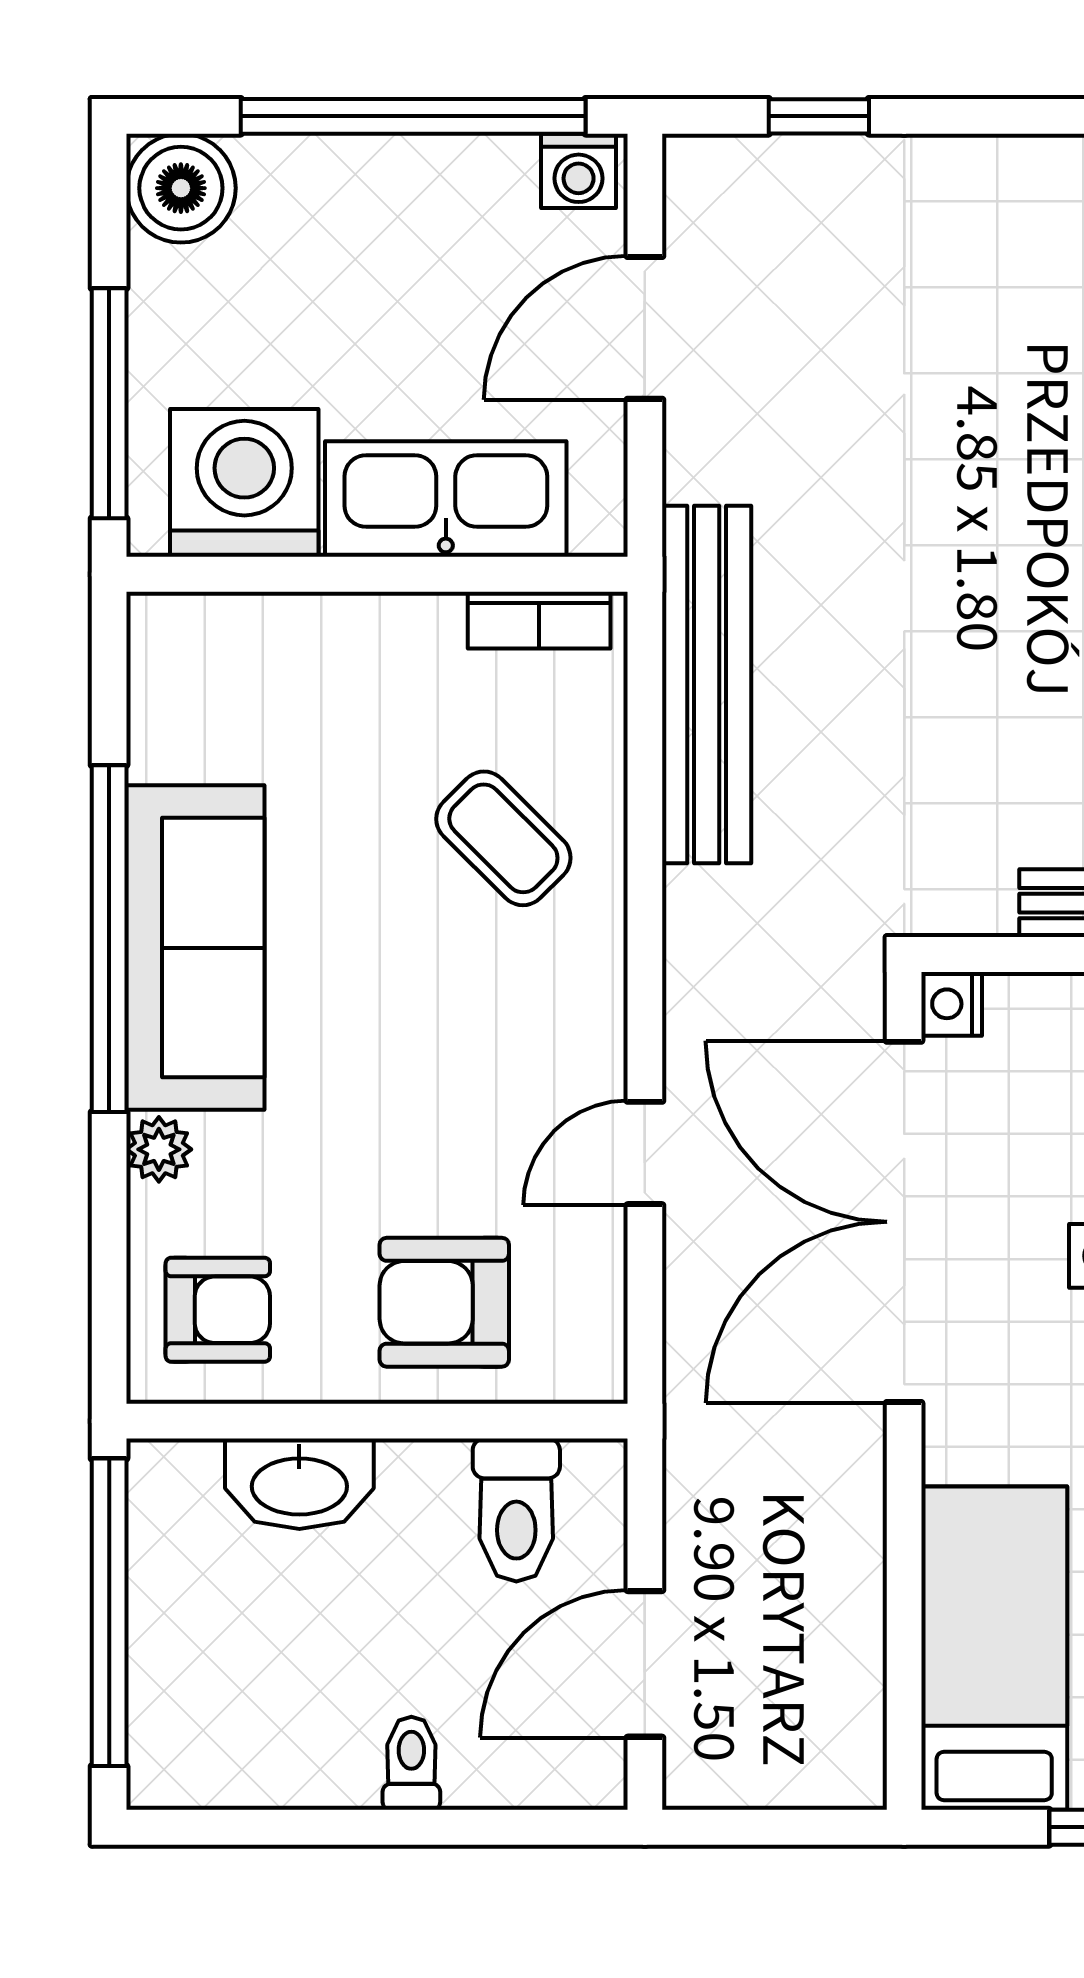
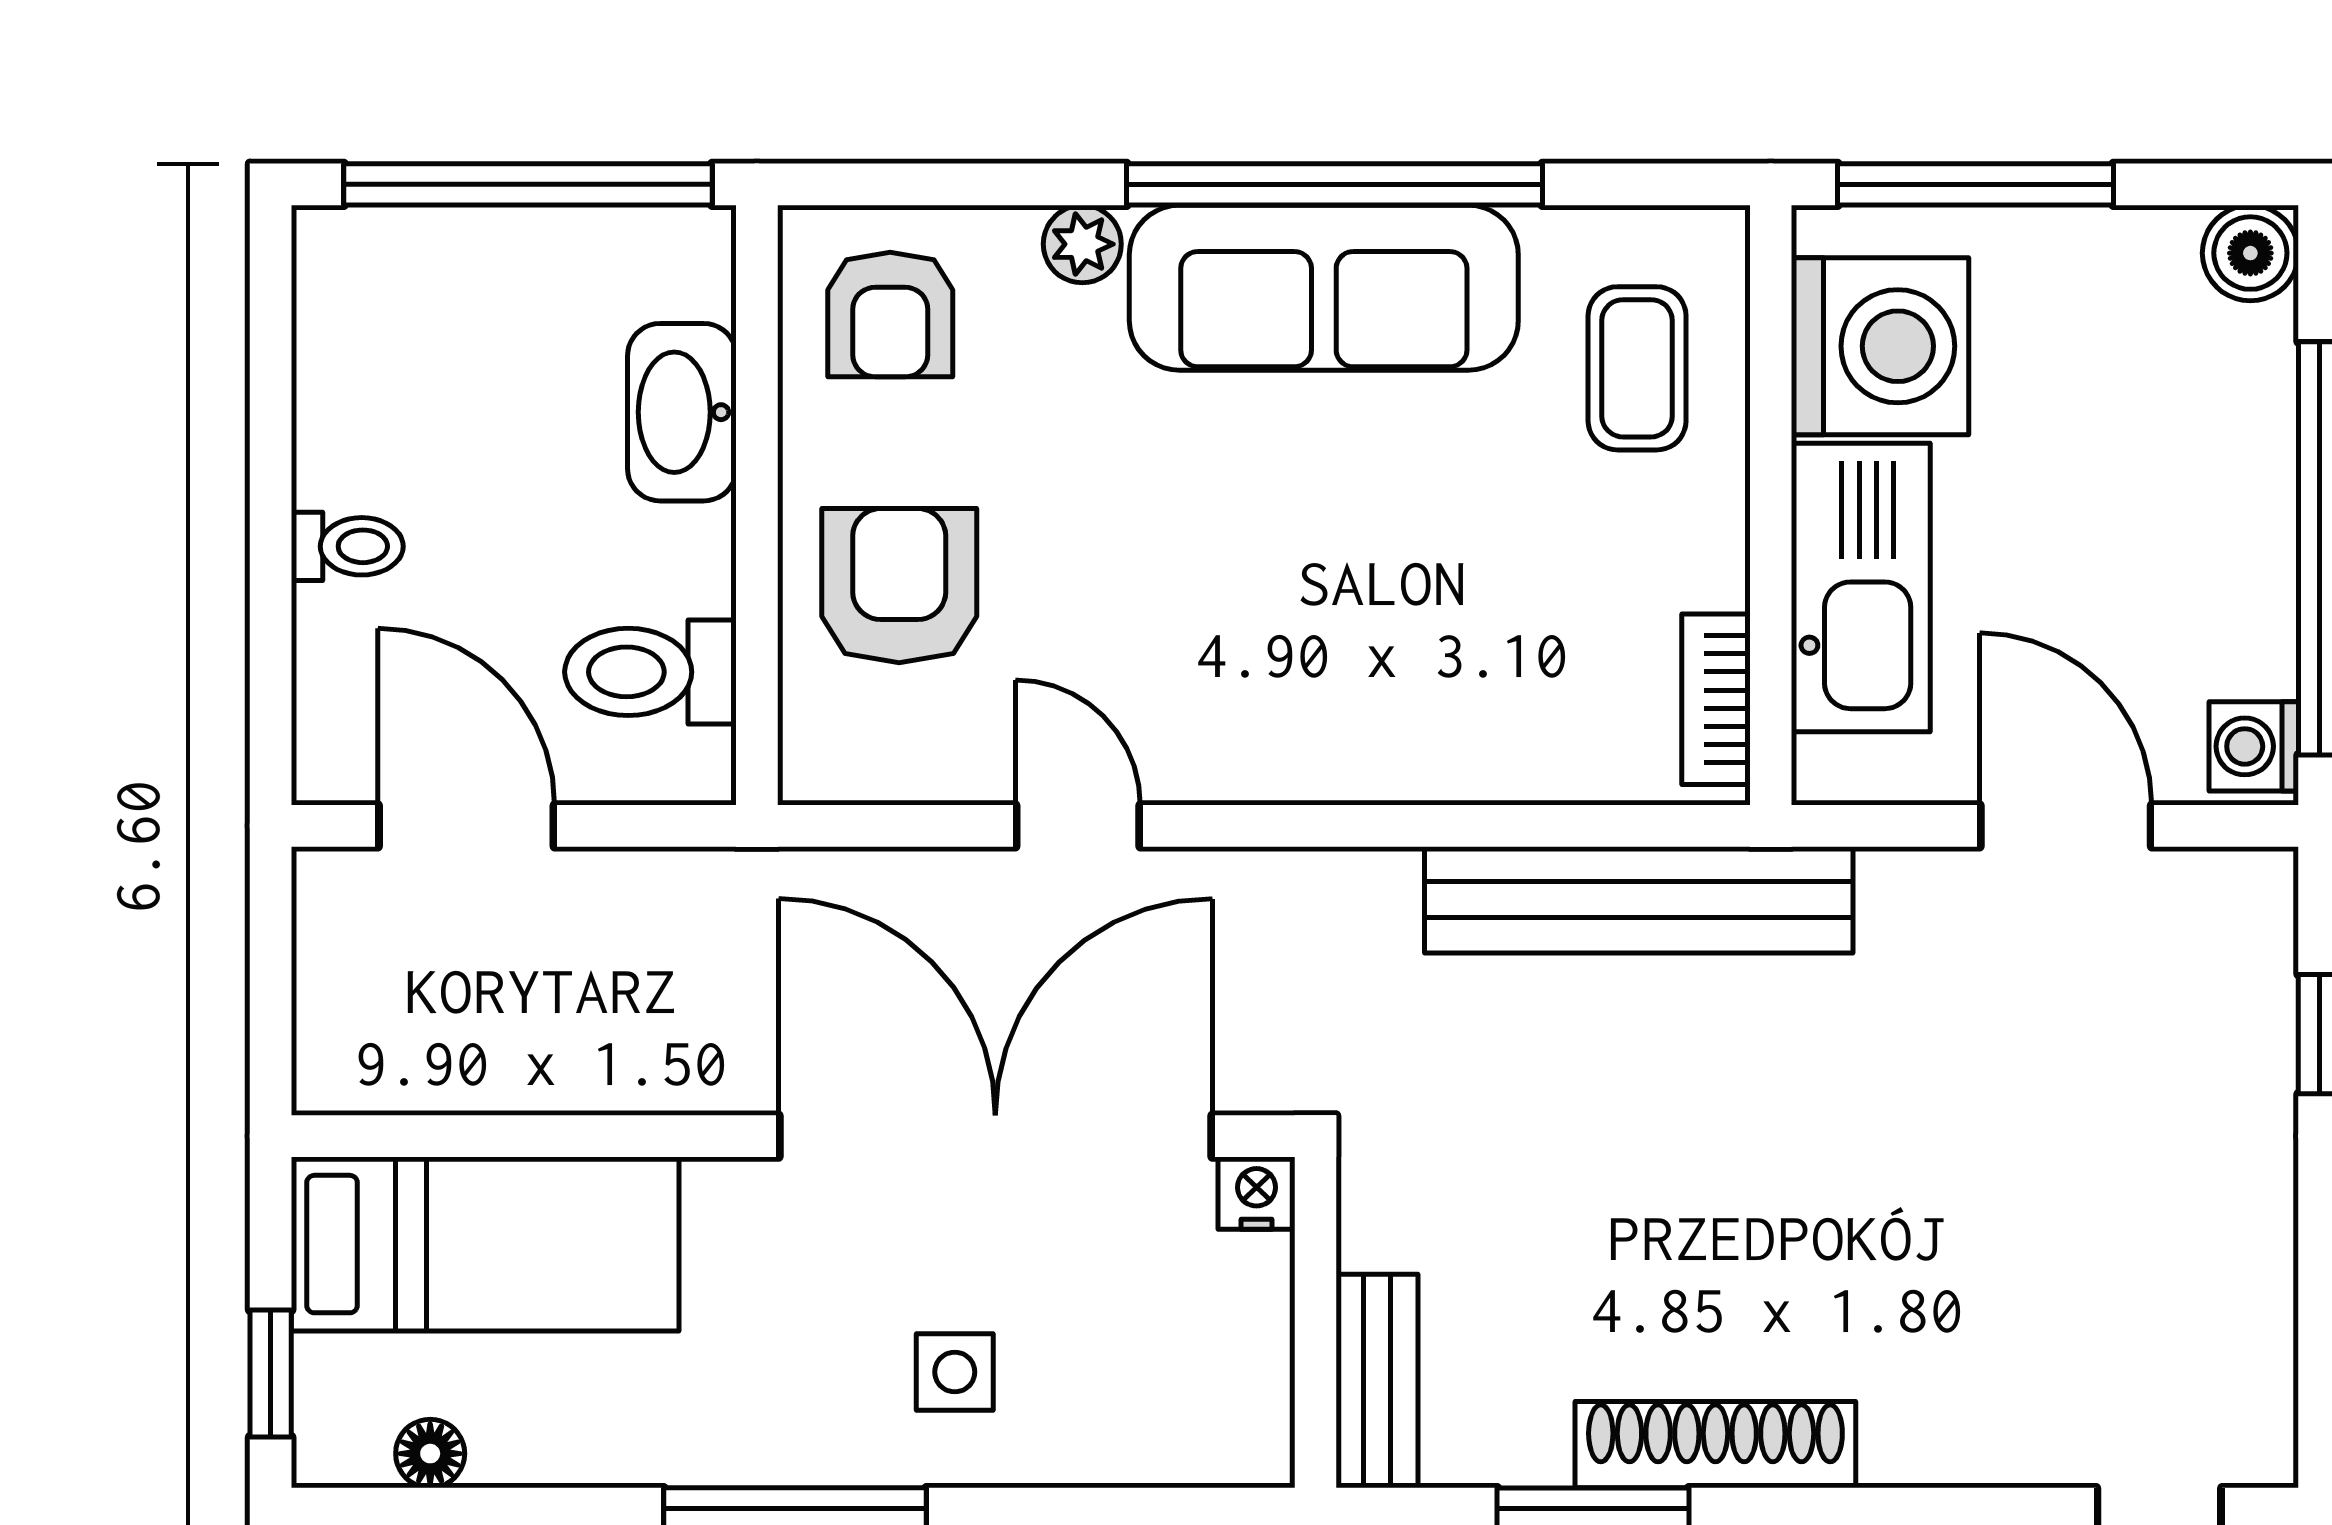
boiler: (181, 188) -> (2250, 253), width x0.73, depth x0.73
coffee table: (503, 838) -> (1637, 368), moved, turned -45

